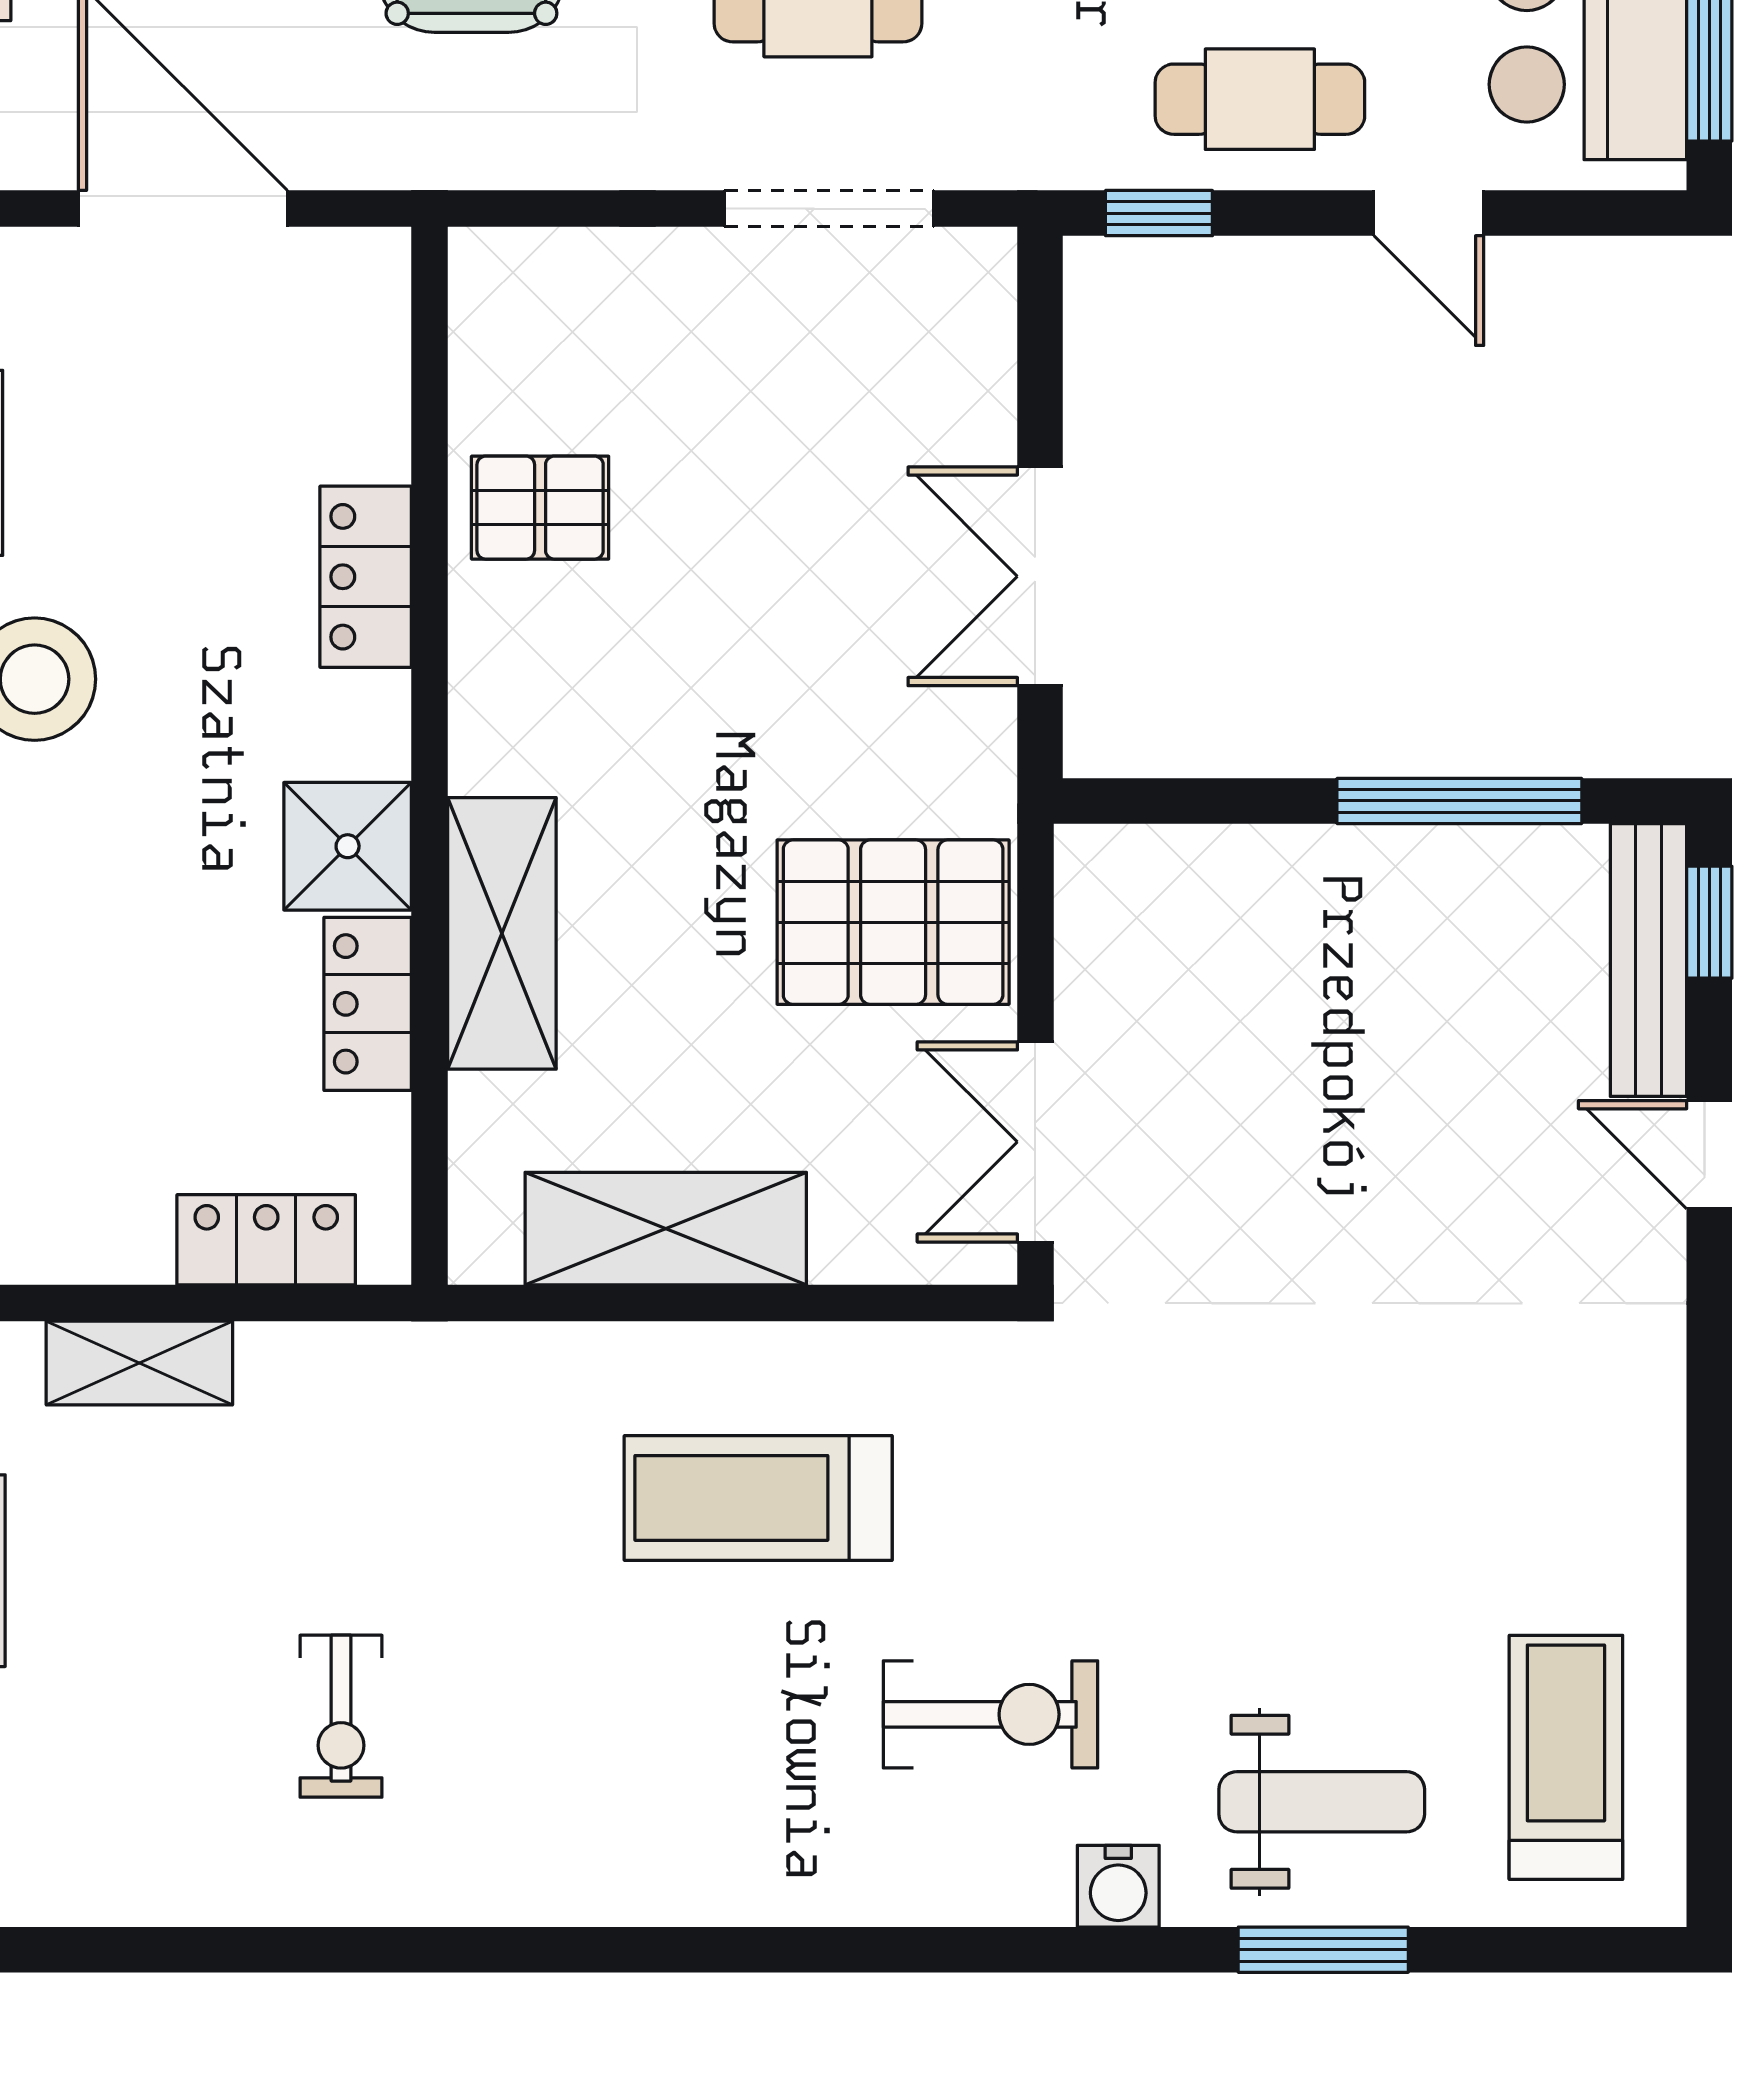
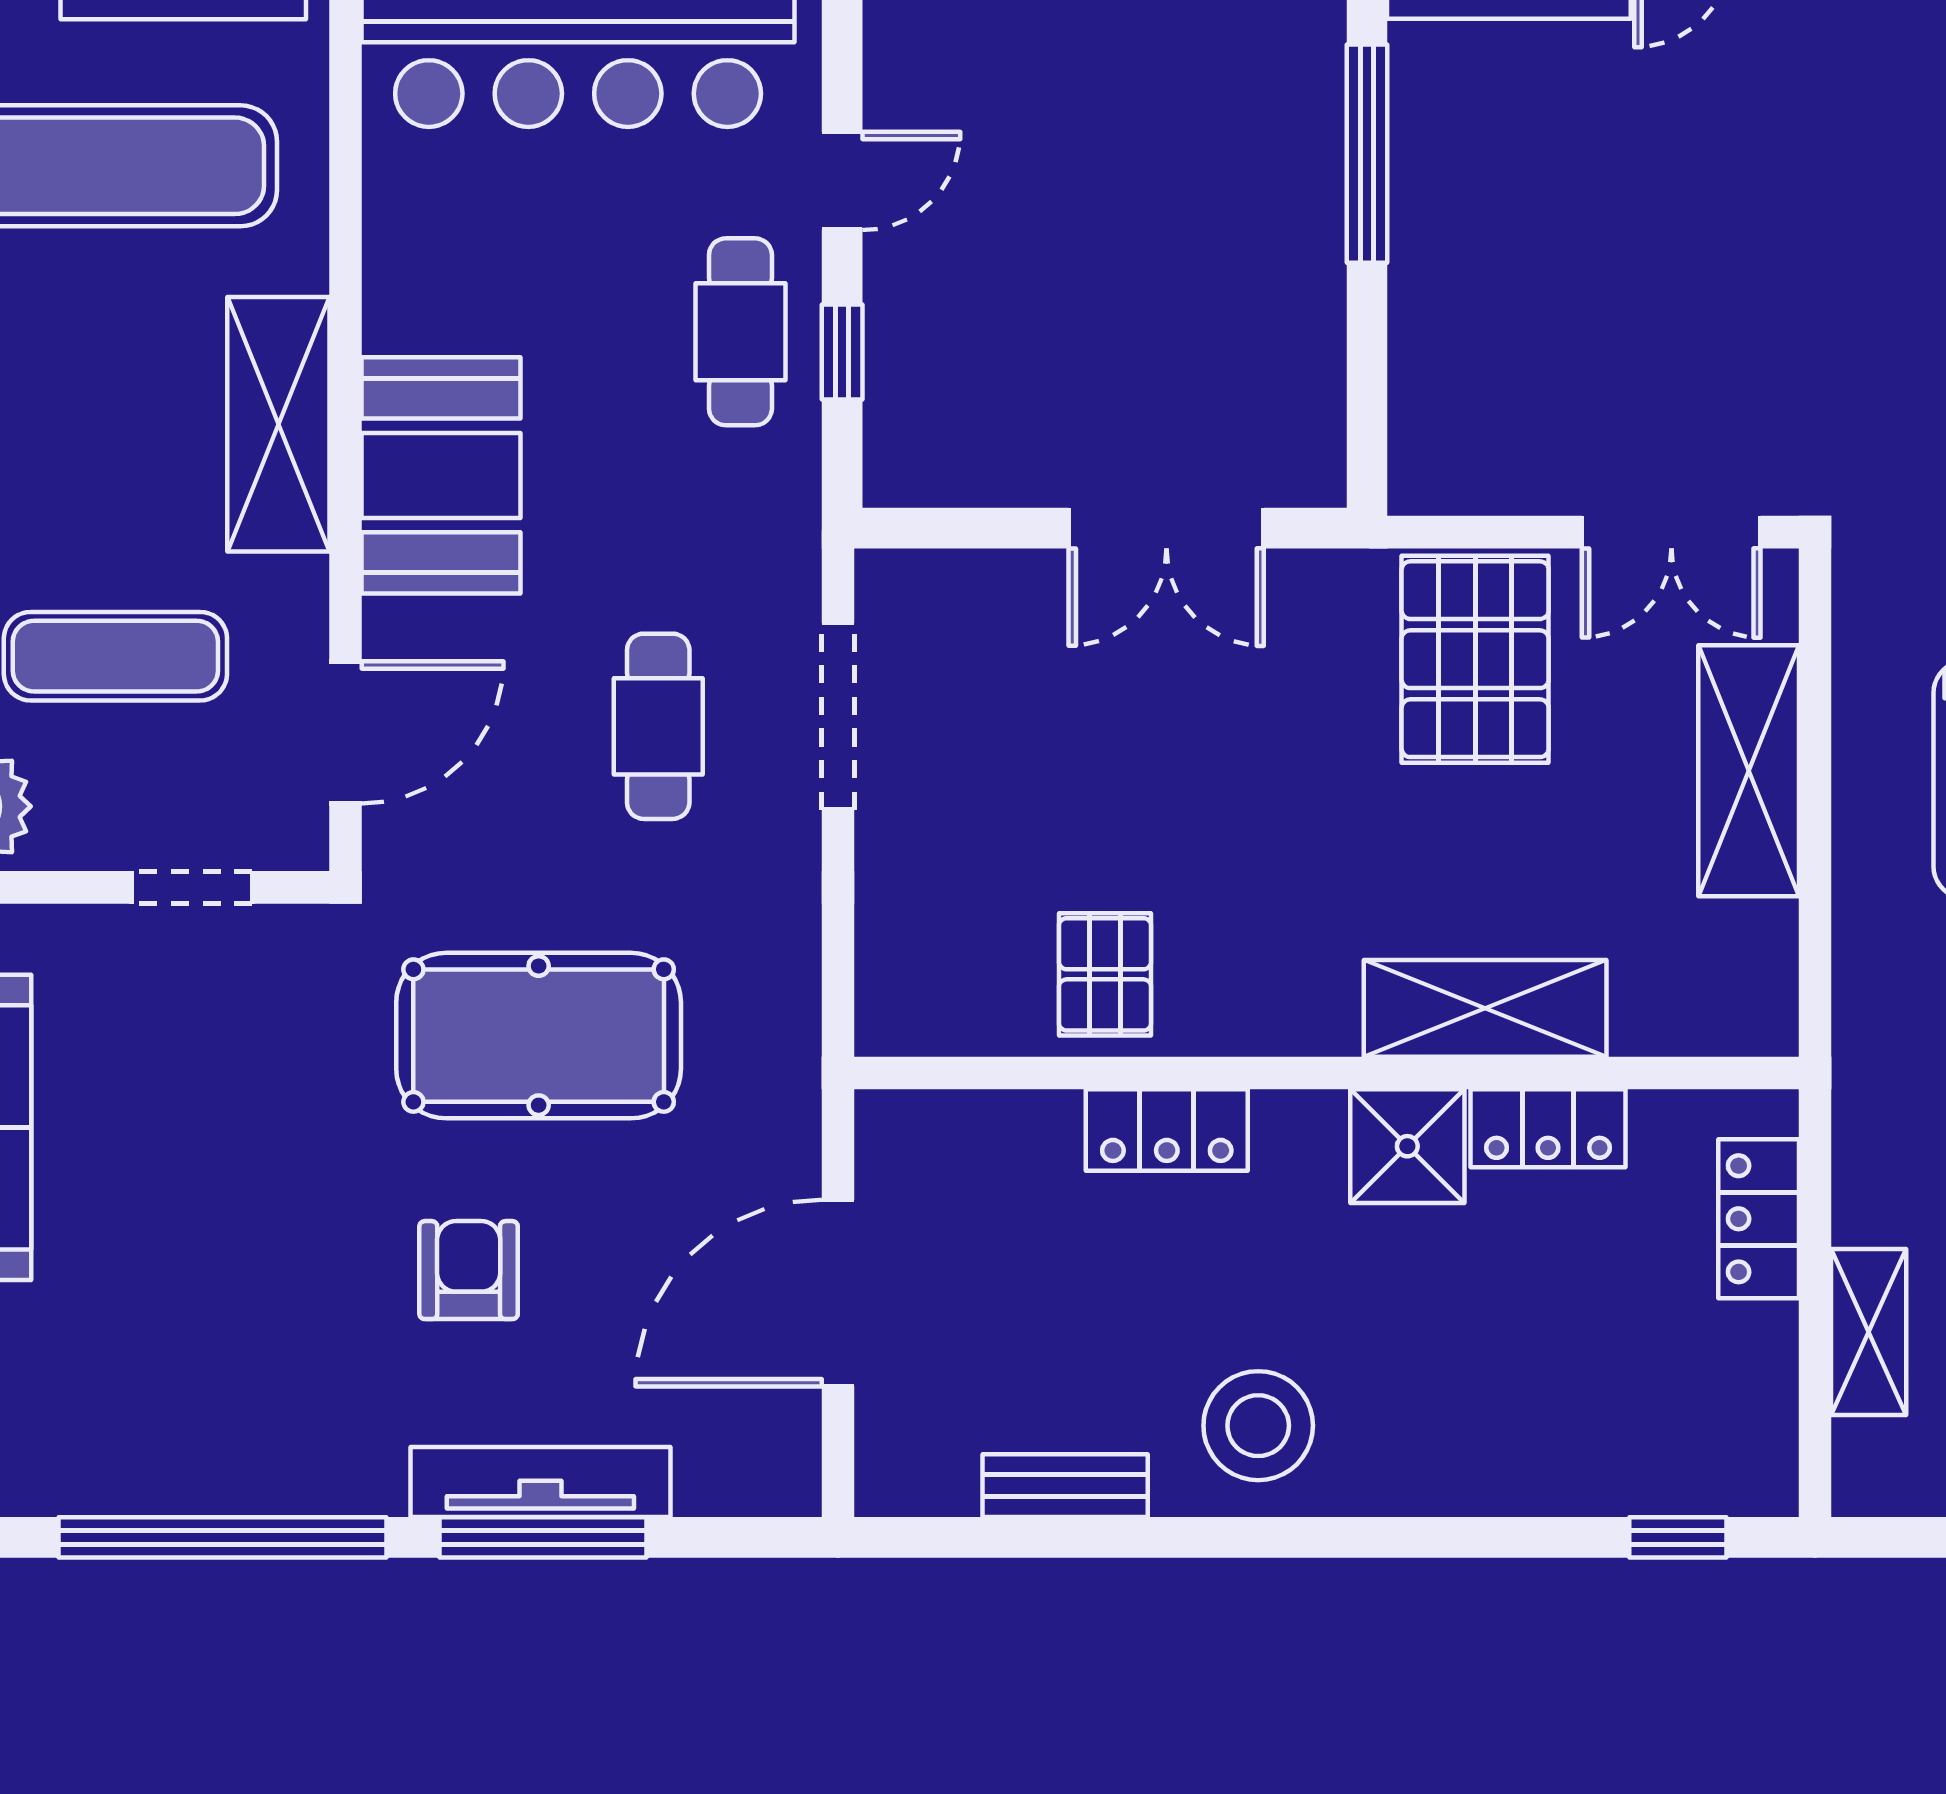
window: (1159, 213) -> (842, 352), moved
shelving: (666, 1229) -> (1749, 771), moved

